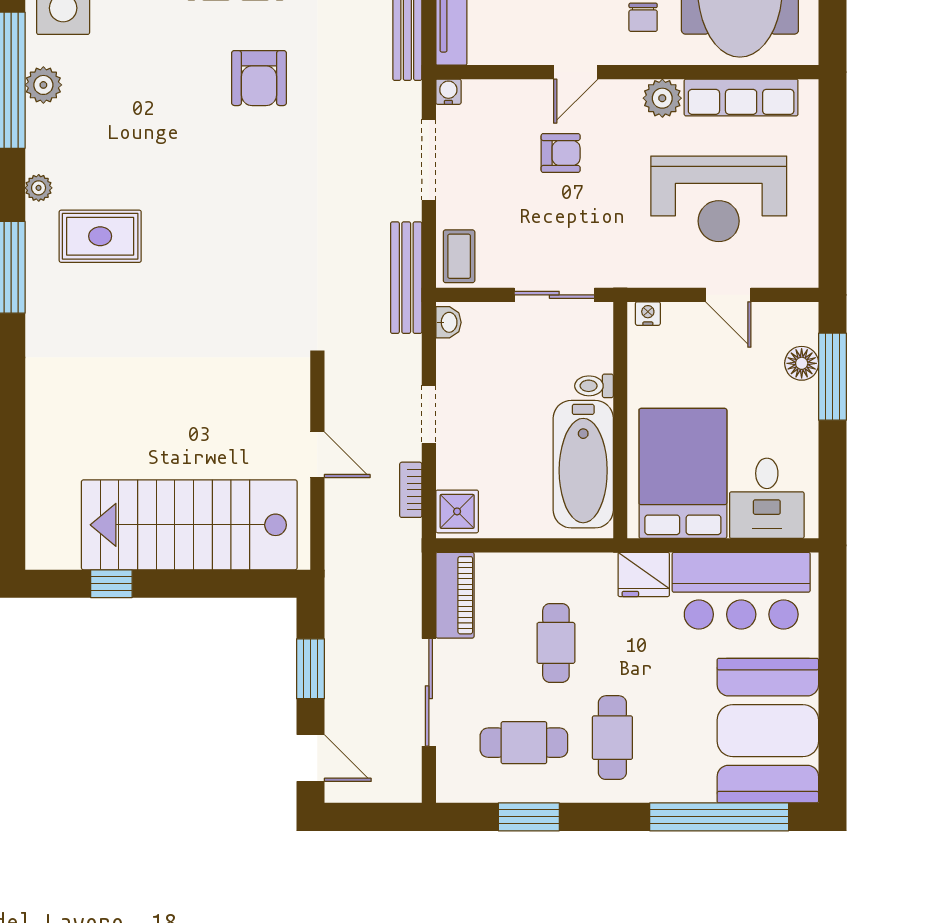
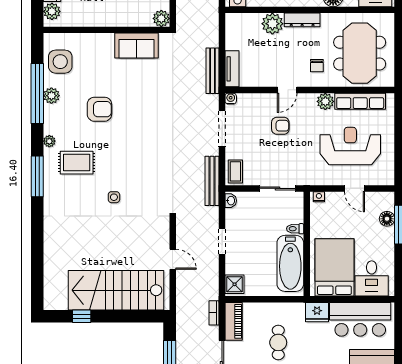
armchair: (259, 78) -> (99, 109), moved, turned -90
reception desk: (719, 199) -> (350, 146), turned 180
side table: (185, 314) -> (114, 197), added
bookcase: (411, 490) -> (214, 313), moved

